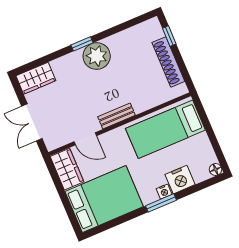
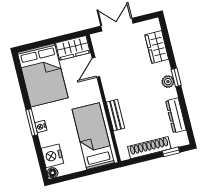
dresser: (126, 37) -> (176, 115), added
plant: (97, 56) -> (168, 82), width x0.53, depth x0.53
wardrobe: (36, 78) -> (157, 47), moved
bench: (117, 116) -> (115, 115), moved
nightstand: (180, 180) -> (52, 156), moved

